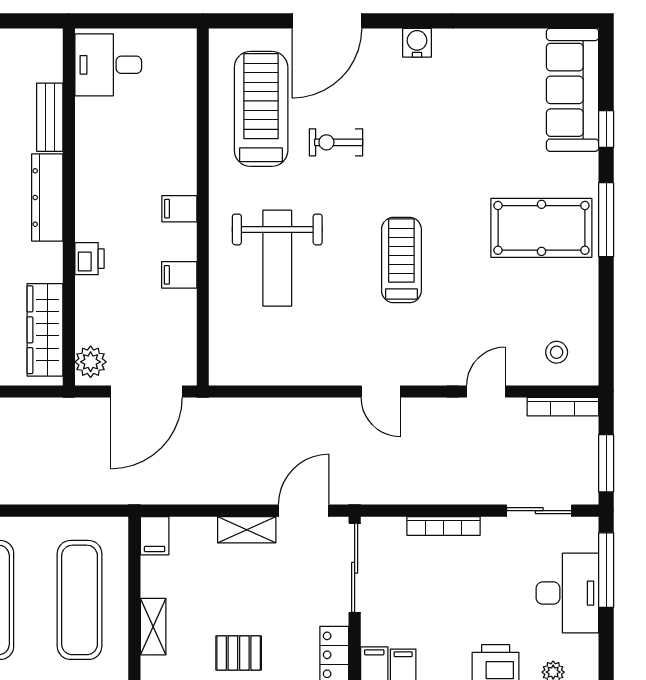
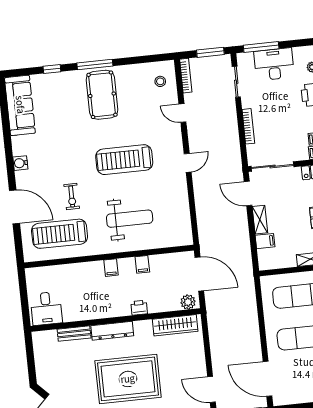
sofa: (573, 90) -> (20, 105), moved, turned -90
treadmill: (401, 260) -> (124, 160), width x1.37, depth x1.38
filing cabinet: (155, 536) -> (265, 241), moved

